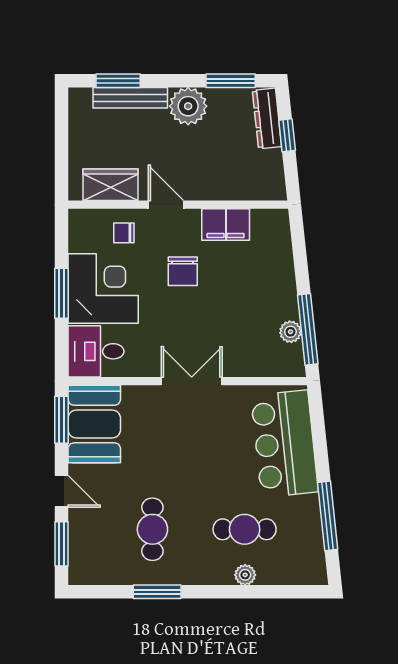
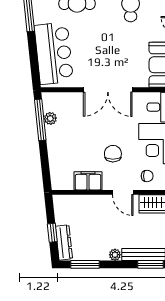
plant: (188, 106) -> (115, 255), width x0.53, depth x0.53
double door: (192, 381) -> (108, 90), width x1.37

